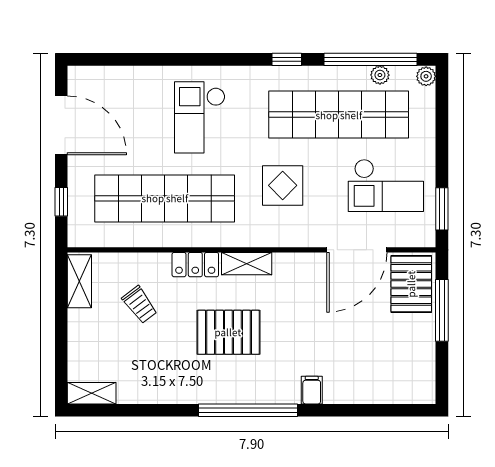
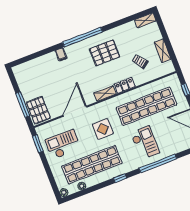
window: (370, 59) -> (158, 164), moved
door: (357, 250) -> (75, 111), moved
shelving: (79, 281) -> (163, 51), moved
pallet: (228, 332) -> (105, 53), moved

